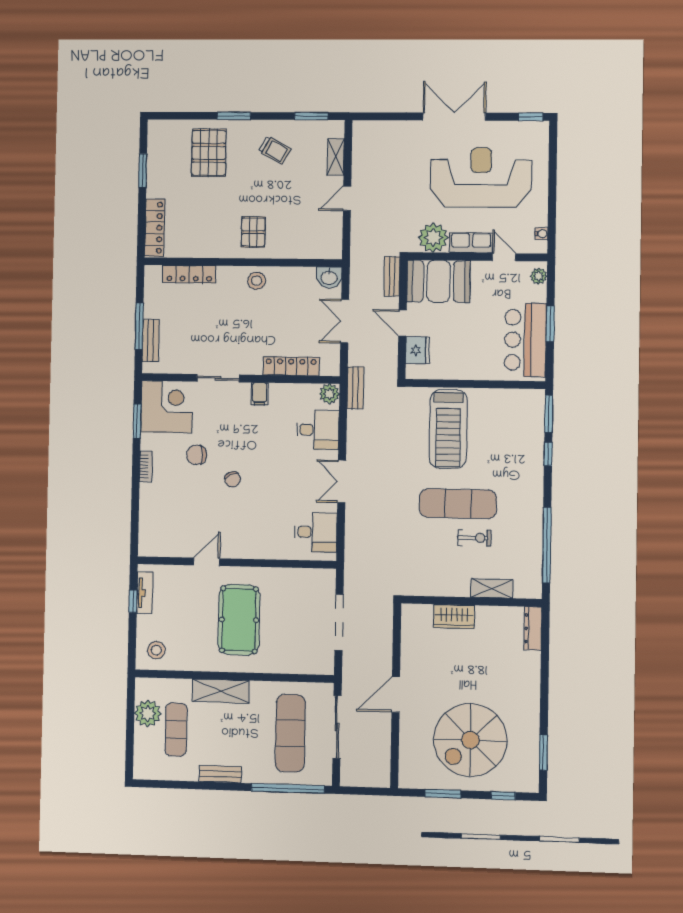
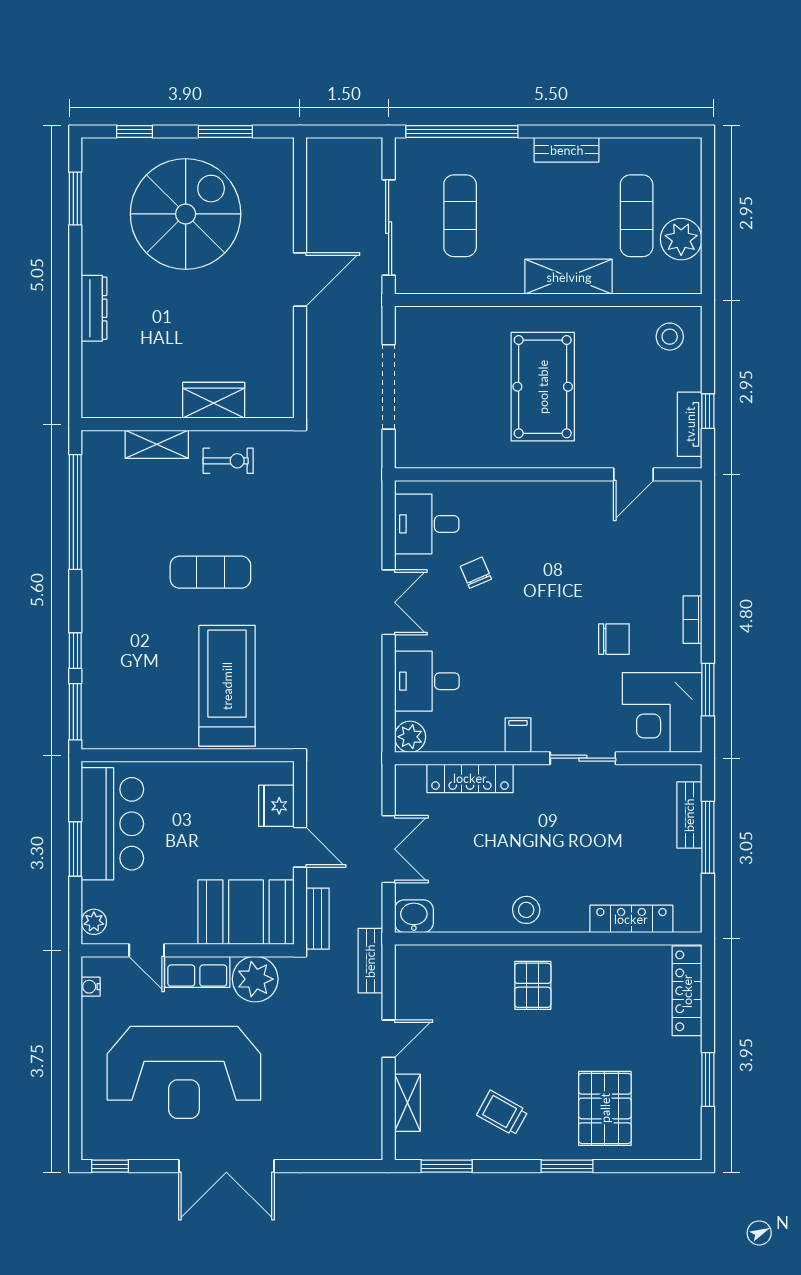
bench: (355, 388) -> (370, 961), moved
chair: (233, 479) -> (476, 573), moved
exercise mat: (458, 504) -> (210, 572), width x0.73, depth x0.69
exercise bike: (474, 538) -> (228, 461), moved, turned 180
door: (207, 562) -> (634, 474), moved
dresser: (533, 628) -> (94, 308), moved
exercise mat: (290, 733) -> (460, 216), width x0.73, depth x0.69

